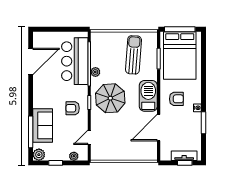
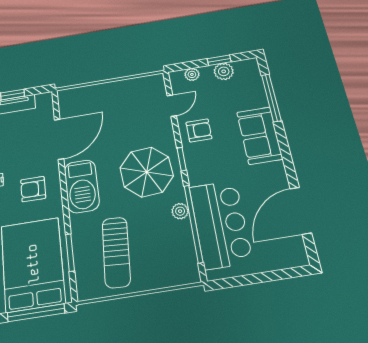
armchair: (73, 108) -> (199, 130), moved
sofa: (43, 125) -> (260, 135), moved
plant: (39, 155) -> (224, 71), moved

